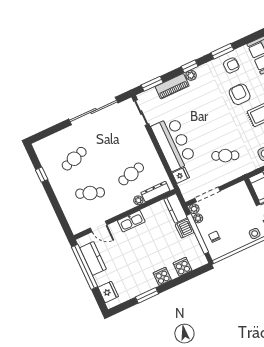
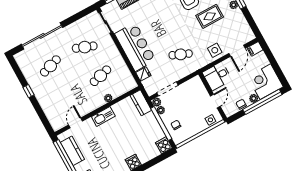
sliding door: (93, 111) -> (42, 36), moved
window: (42, 175) -> (29, 91), moved
dresser: (155, 192) -> (122, 90), removed
cafe table: (90, 193) -> (85, 47), moved
door: (99, 226) -> (76, 123), swing flipped
dishwasher: (185, 229) -> (150, 120), removed
cooker: (183, 267) -> (164, 145), moved

